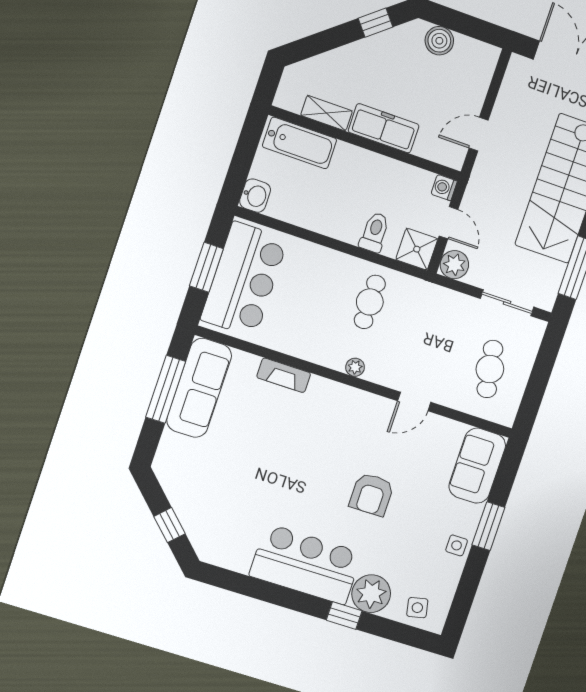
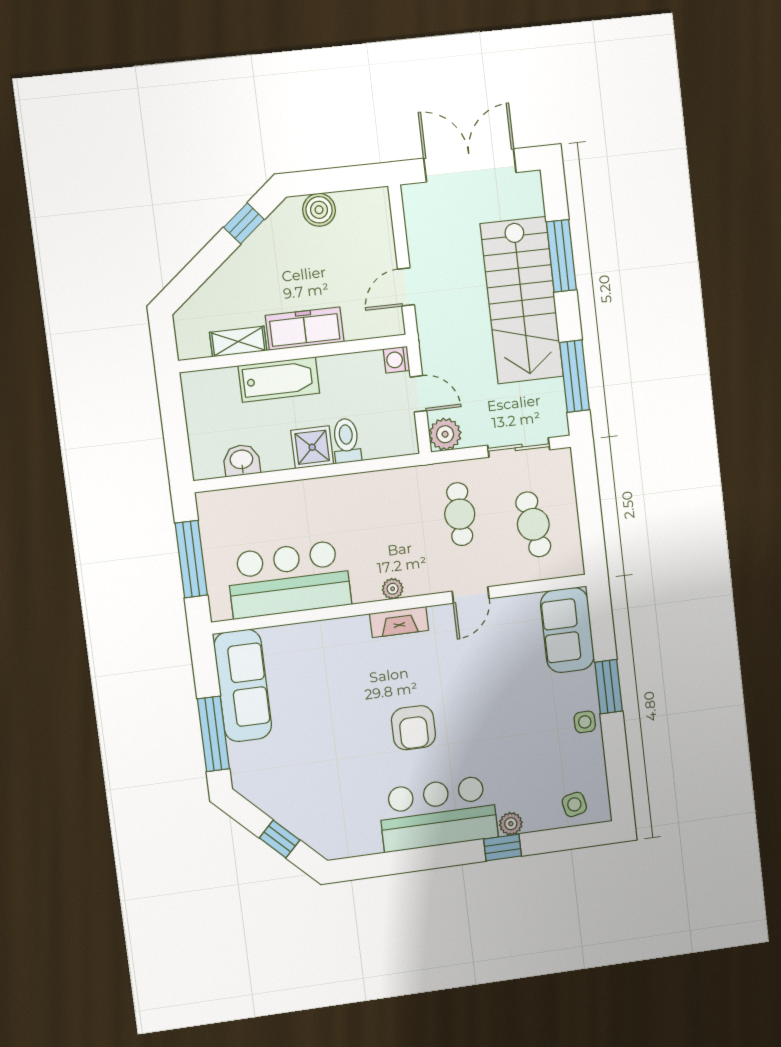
bathtub: (300, 143) -> (279, 379), moved
washbasin: (255, 196) -> (242, 460), moved, turned -90
shower: (417, 249) -> (312, 447), moved
window: (206, 267) -> (191, 559), width x1.44
bar counter: (244, 279) -> (289, 579), moved, turned -90
cafe table: (370, 302) -> (460, 514), moved
fireplace: (284, 375) -> (399, 622), moved
window: (166, 389) -> (213, 734), moved
armchair: (372, 494) -> (413, 728), moved
plant: (371, 594) -> (511, 824), width x0.53, depth x0.53

